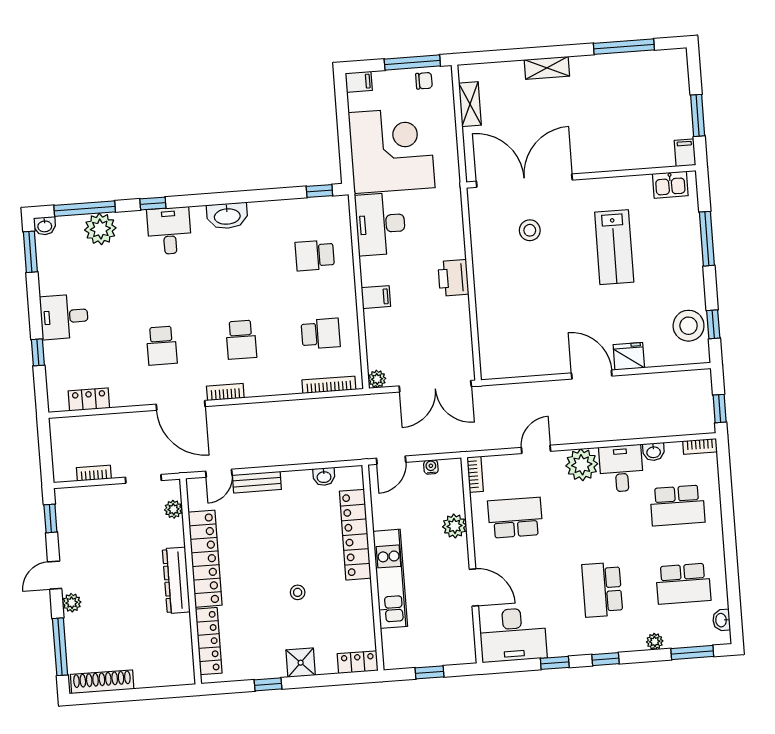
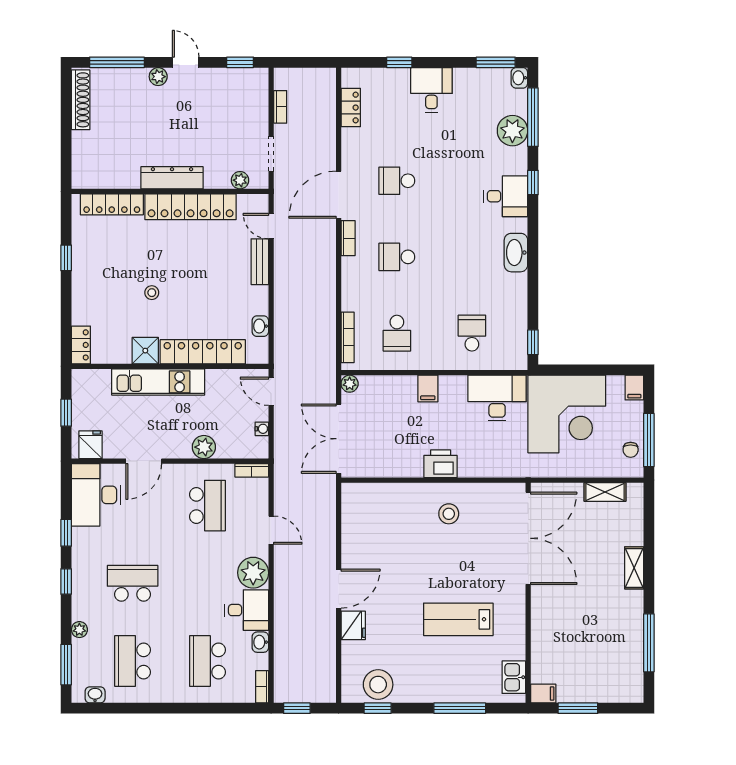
stool: (530, 230) -> (449, 514), moved
fridge: (461, 644) -> (90, 445), added
shower: (301, 663) -> (145, 351), moved

